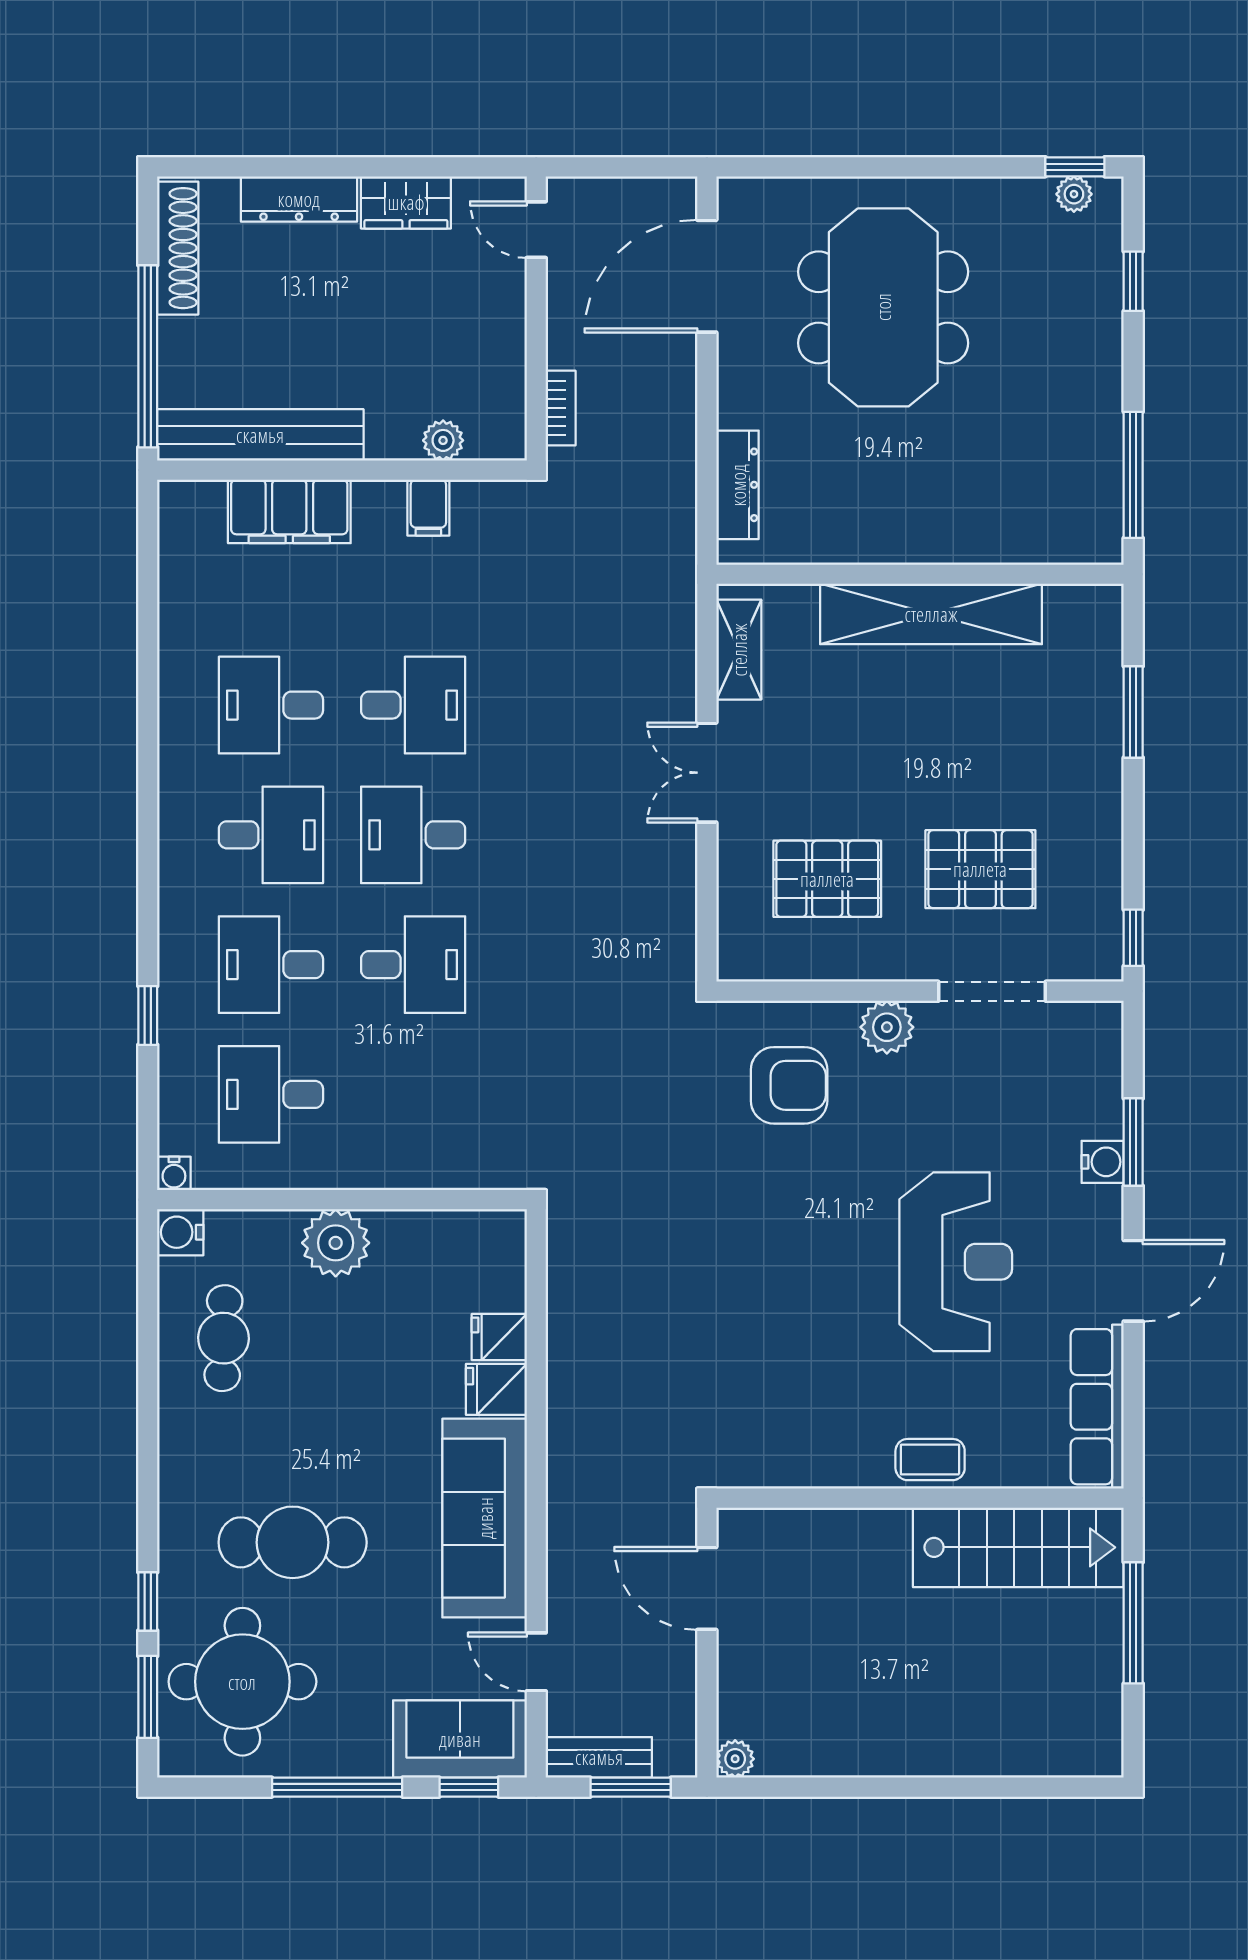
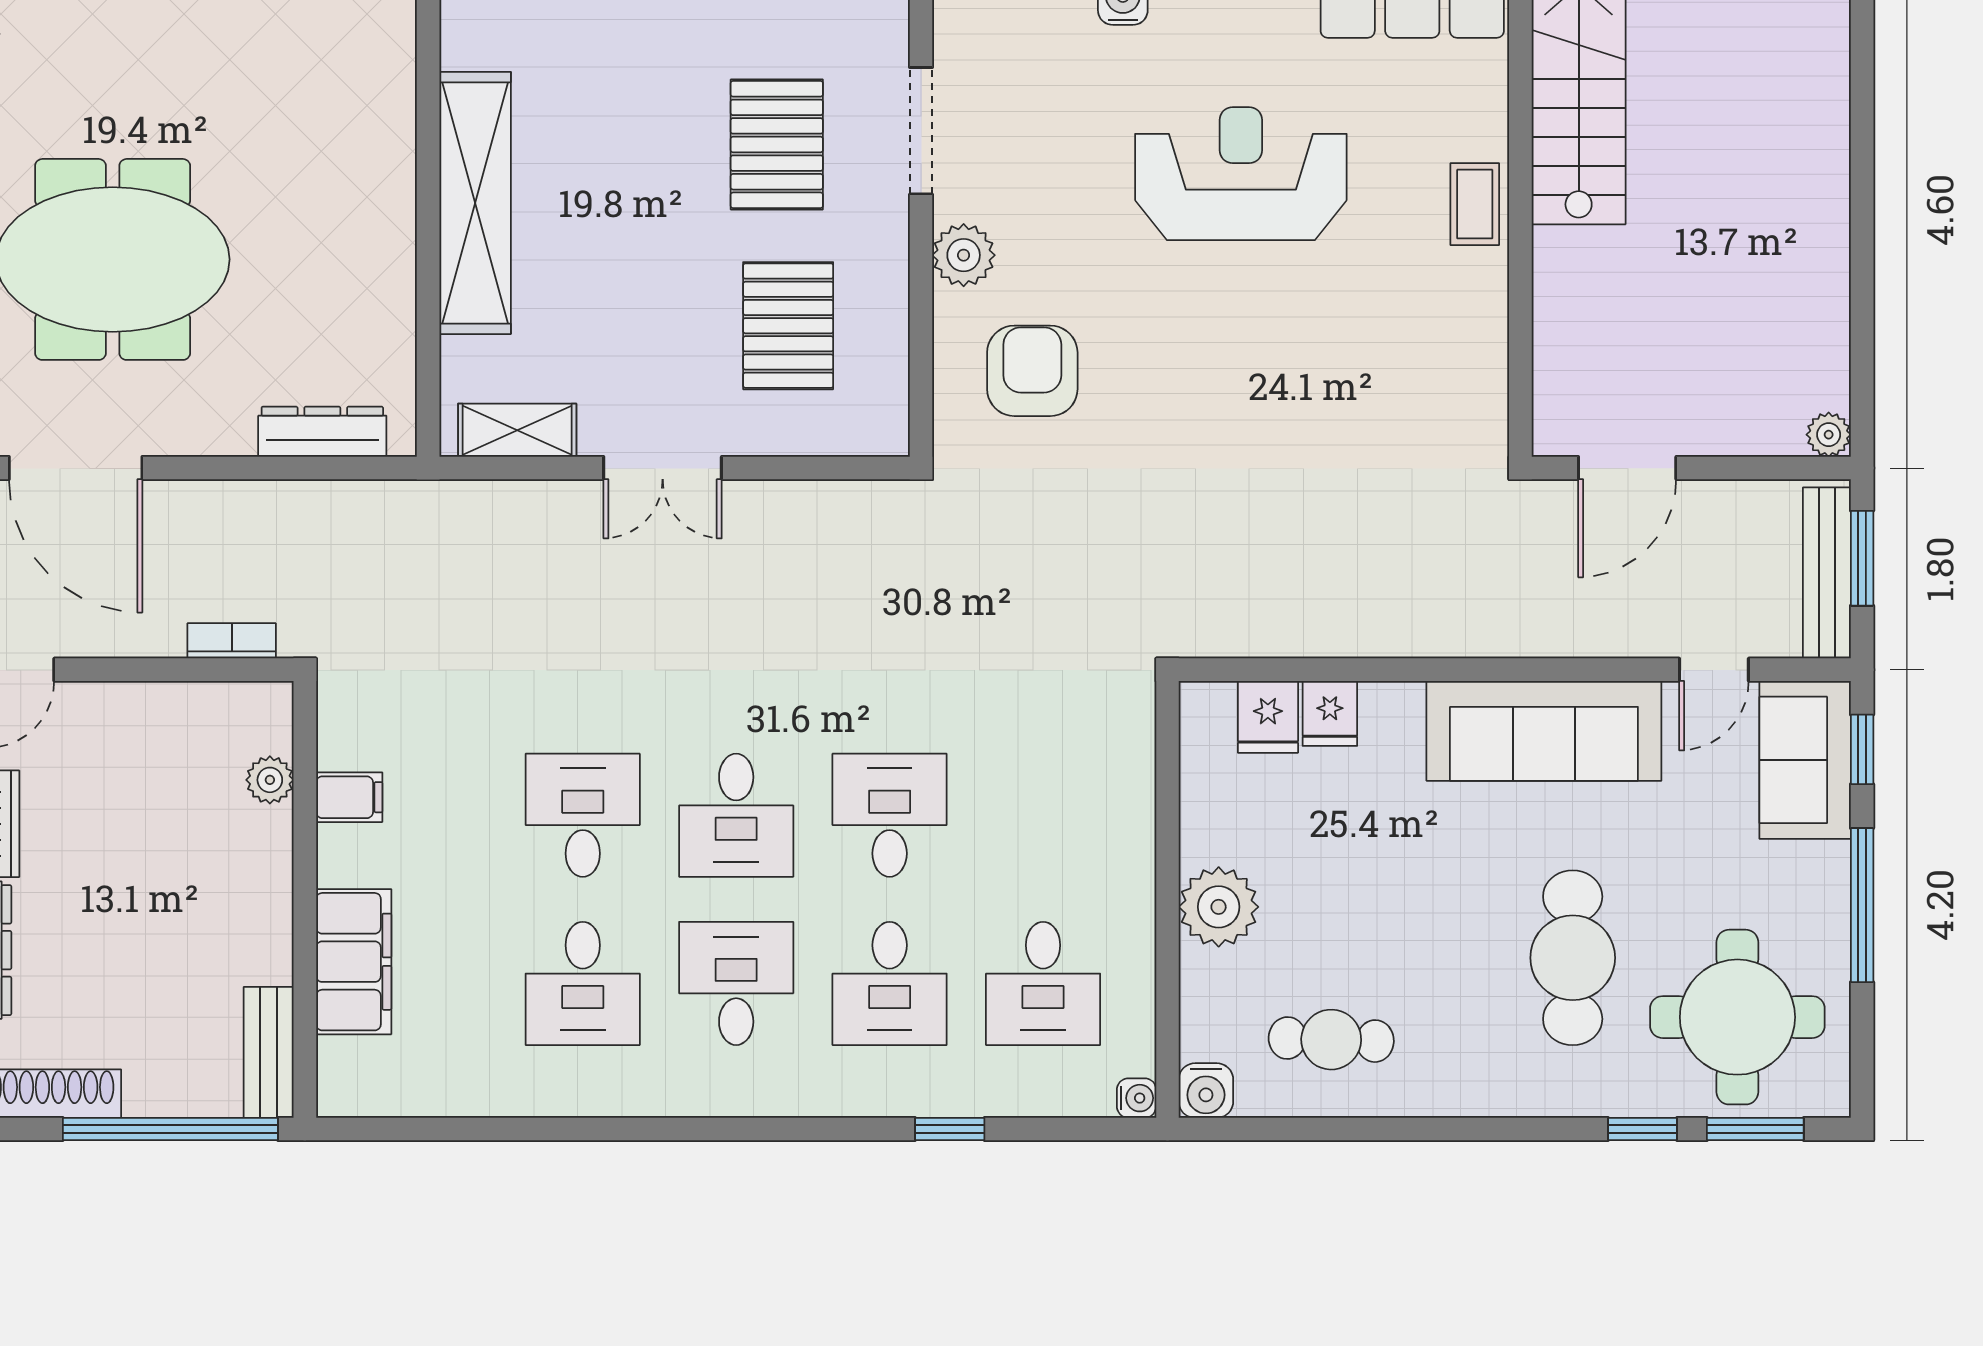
bench: (260, 435) -> (269, 1052), width x0.54, depth x0.82
fridge: (496, 1389) -> (1268, 717), moved
bench: (599, 1757) -> (1827, 573), width x1.36

